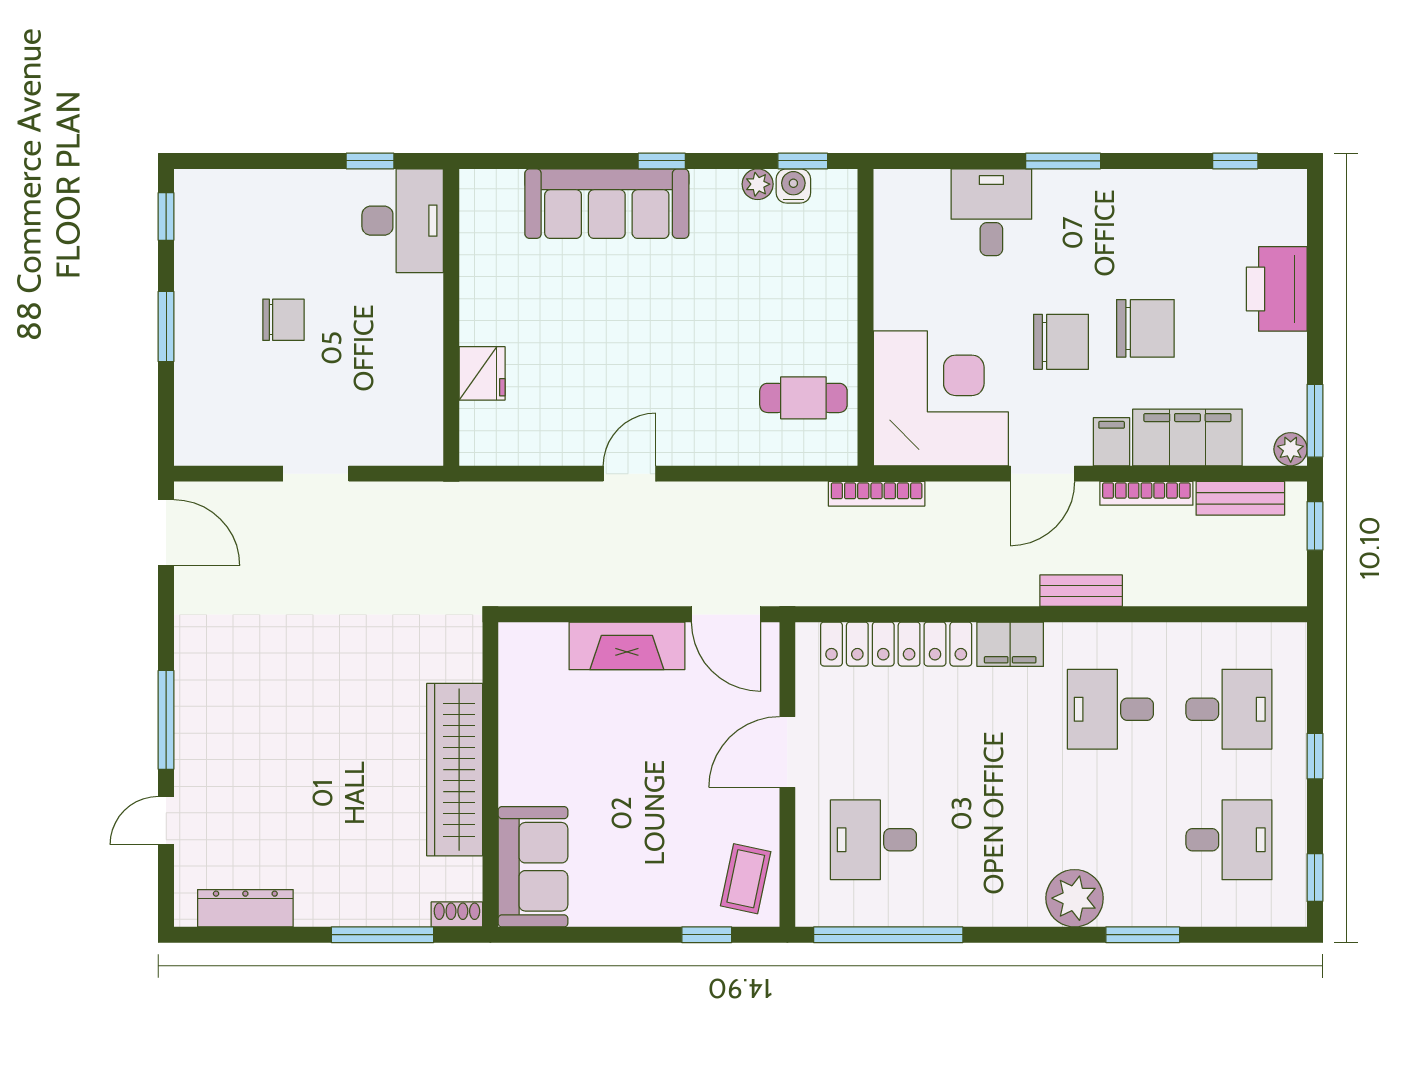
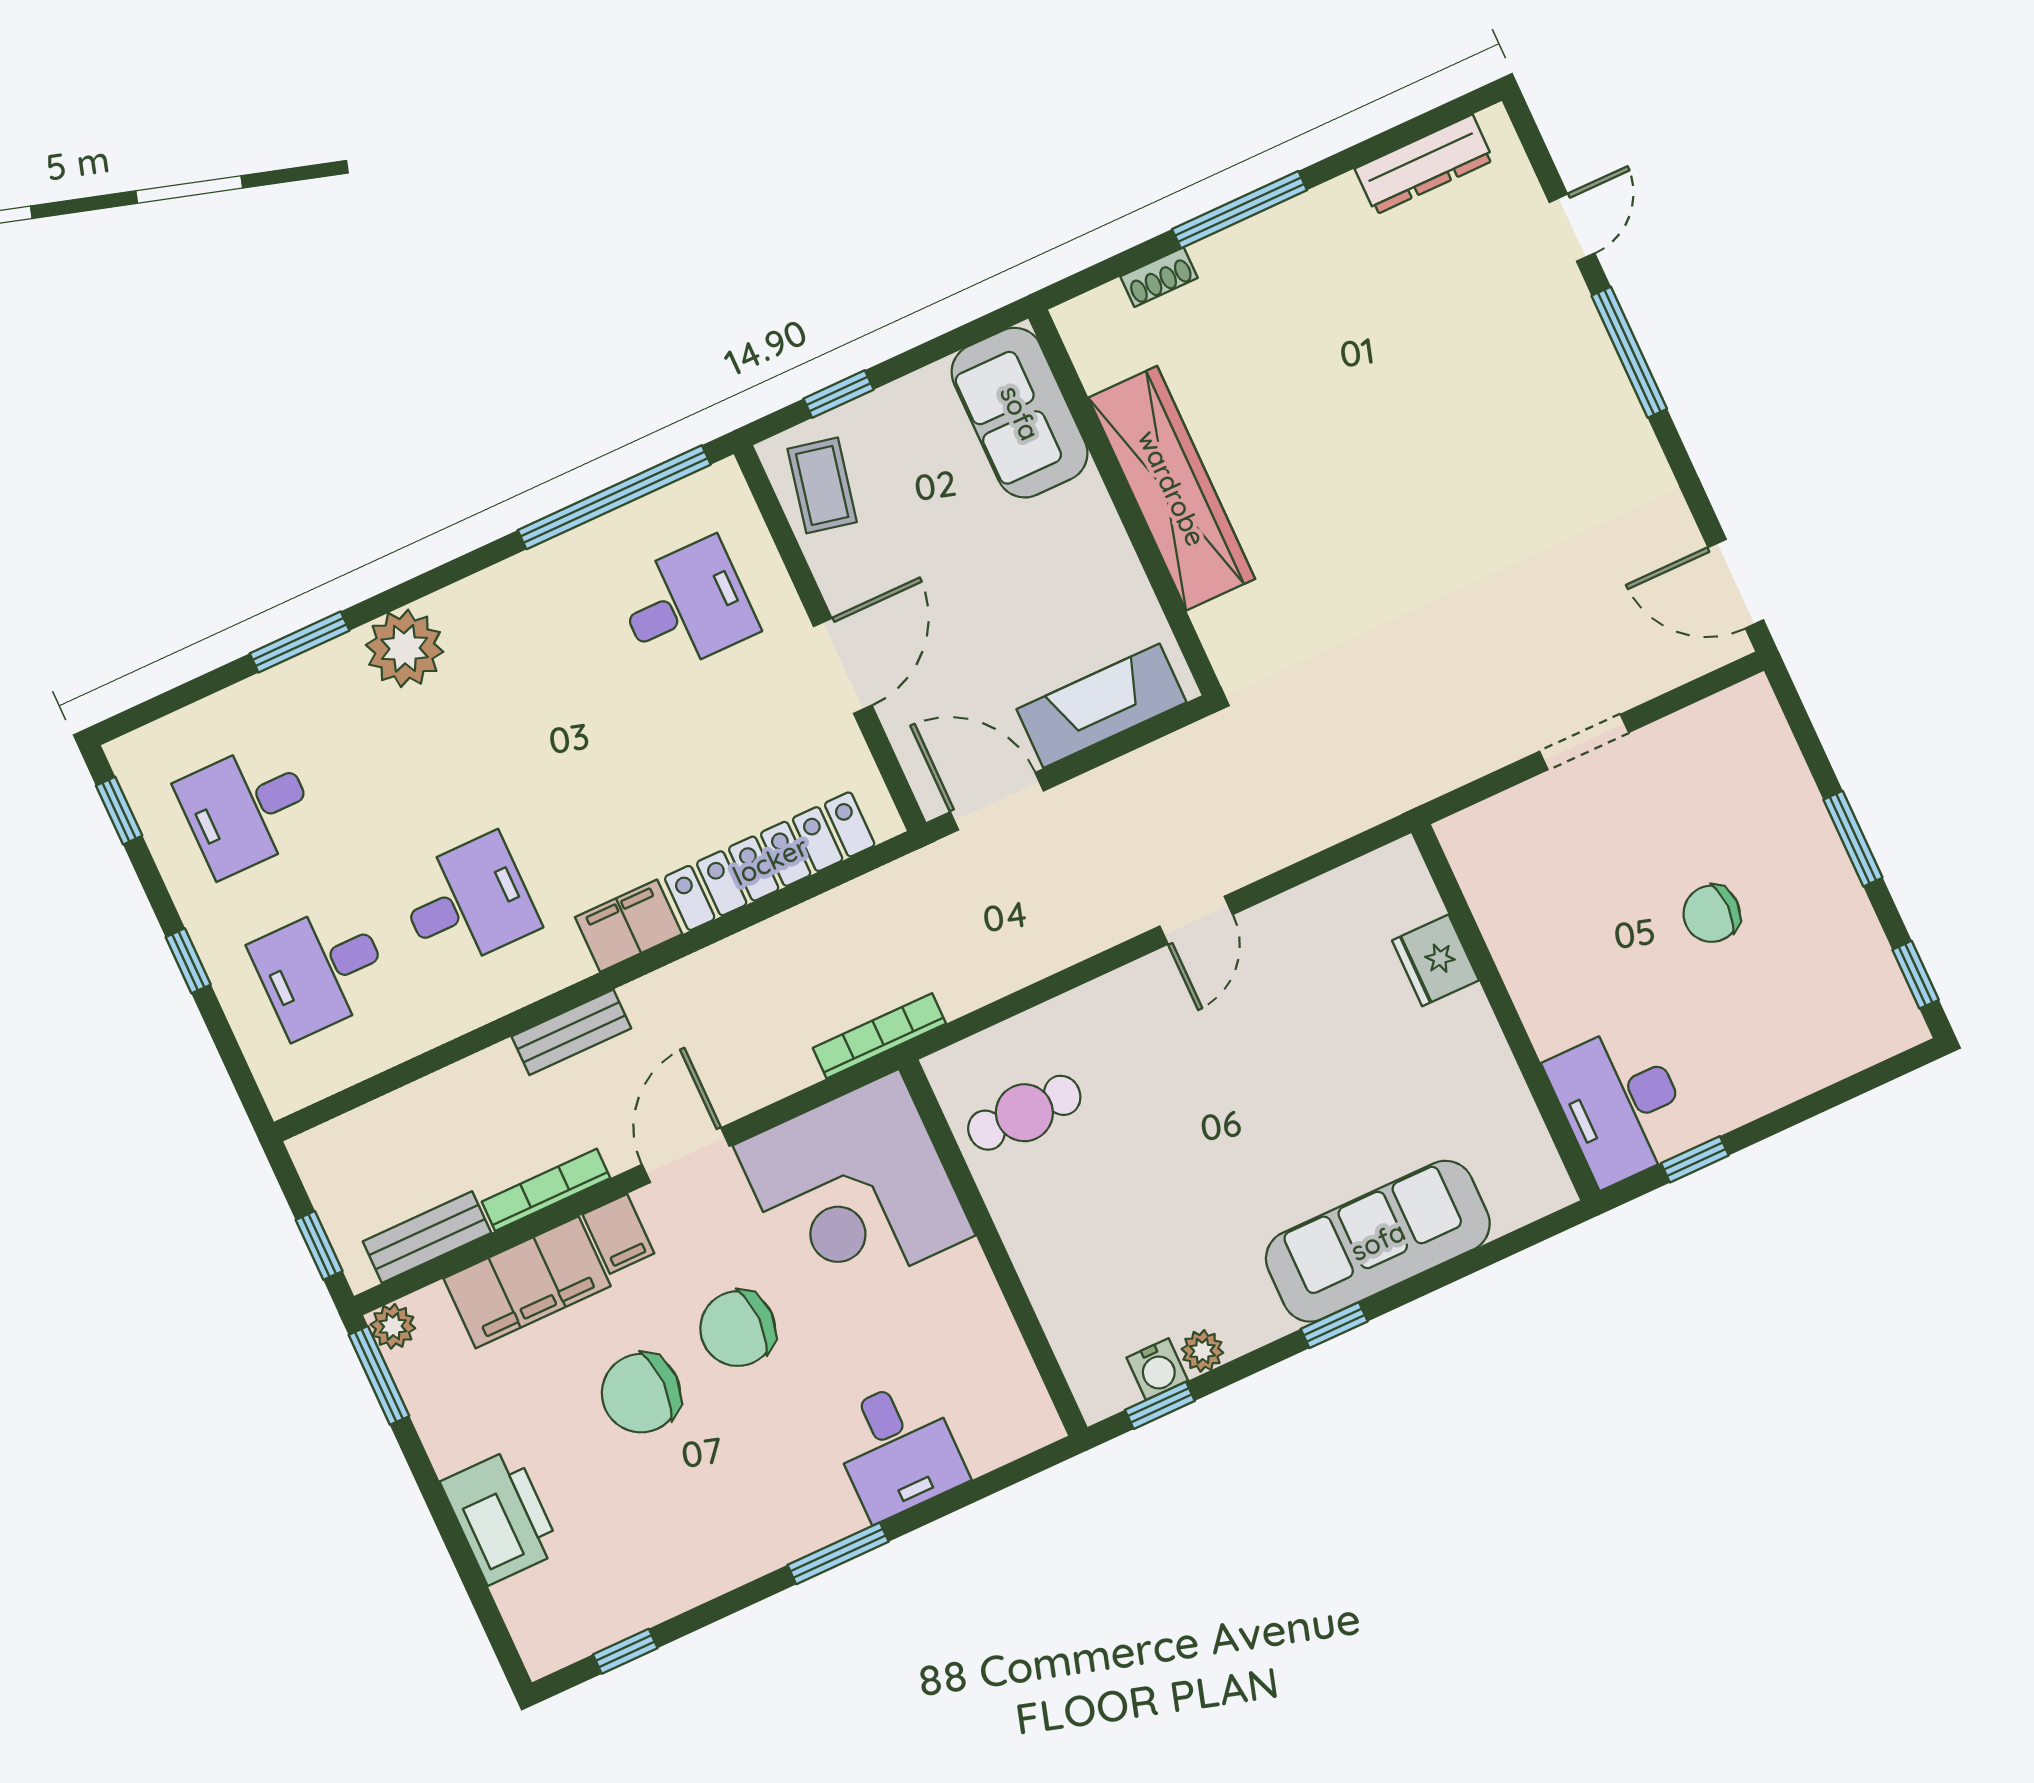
wardrobe: (455, 770) -> (1172, 488), moved
wall: (490, 774) -> (1125, 502), moved
sofa: (533, 867) -> (1020, 413), moved

